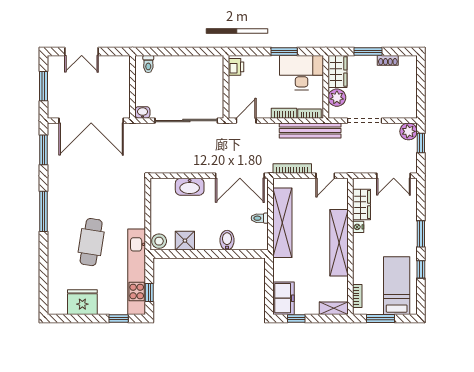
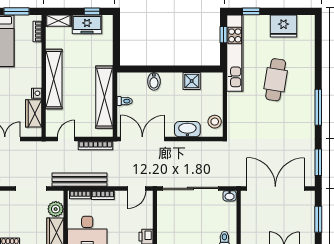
stool: (159, 241) -> (215, 122), moved
freezer: (283, 298) -> (87, 24), moved, turned -90

